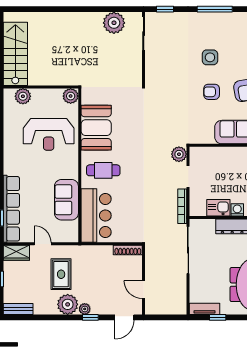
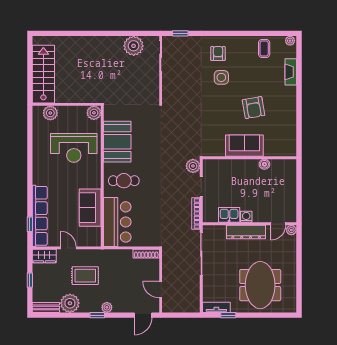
window: (215, 9) -> (226, 33), removed
armchair: (212, 92) -> (218, 53), moved, turned 90
rug: (61, 274) -> (85, 276), turned 90
plant: (68, 304) -> (70, 303), moved
window: (90, 317) -> (97, 315), moved

